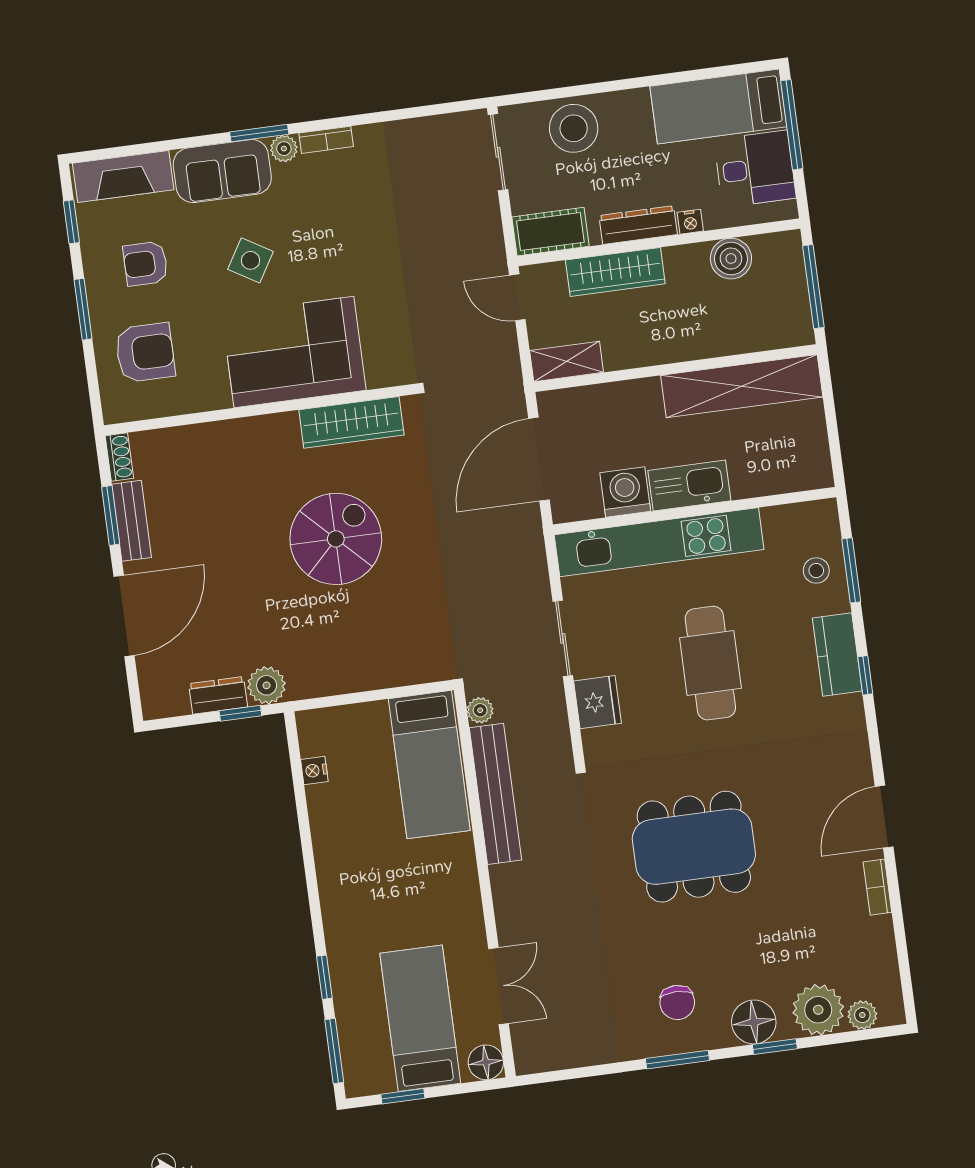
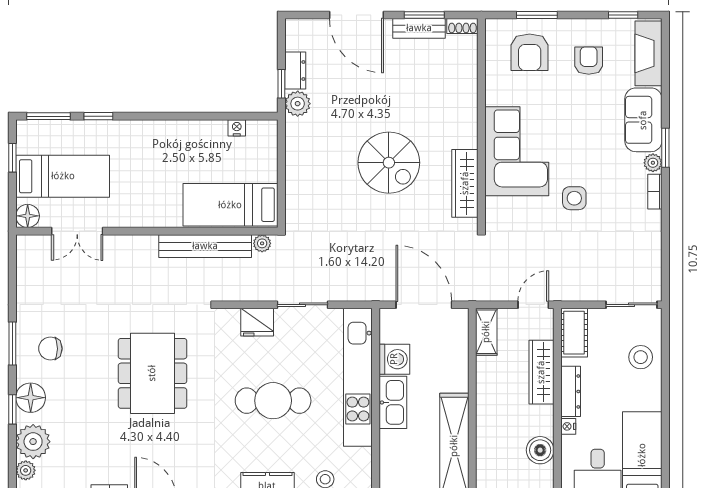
stool: (574, 128) -> (641, 357), width x0.73, depth x0.73
side table: (251, 260) -> (574, 198), moved, turned -31
window: (83, 309) -> (537, 15), moved

